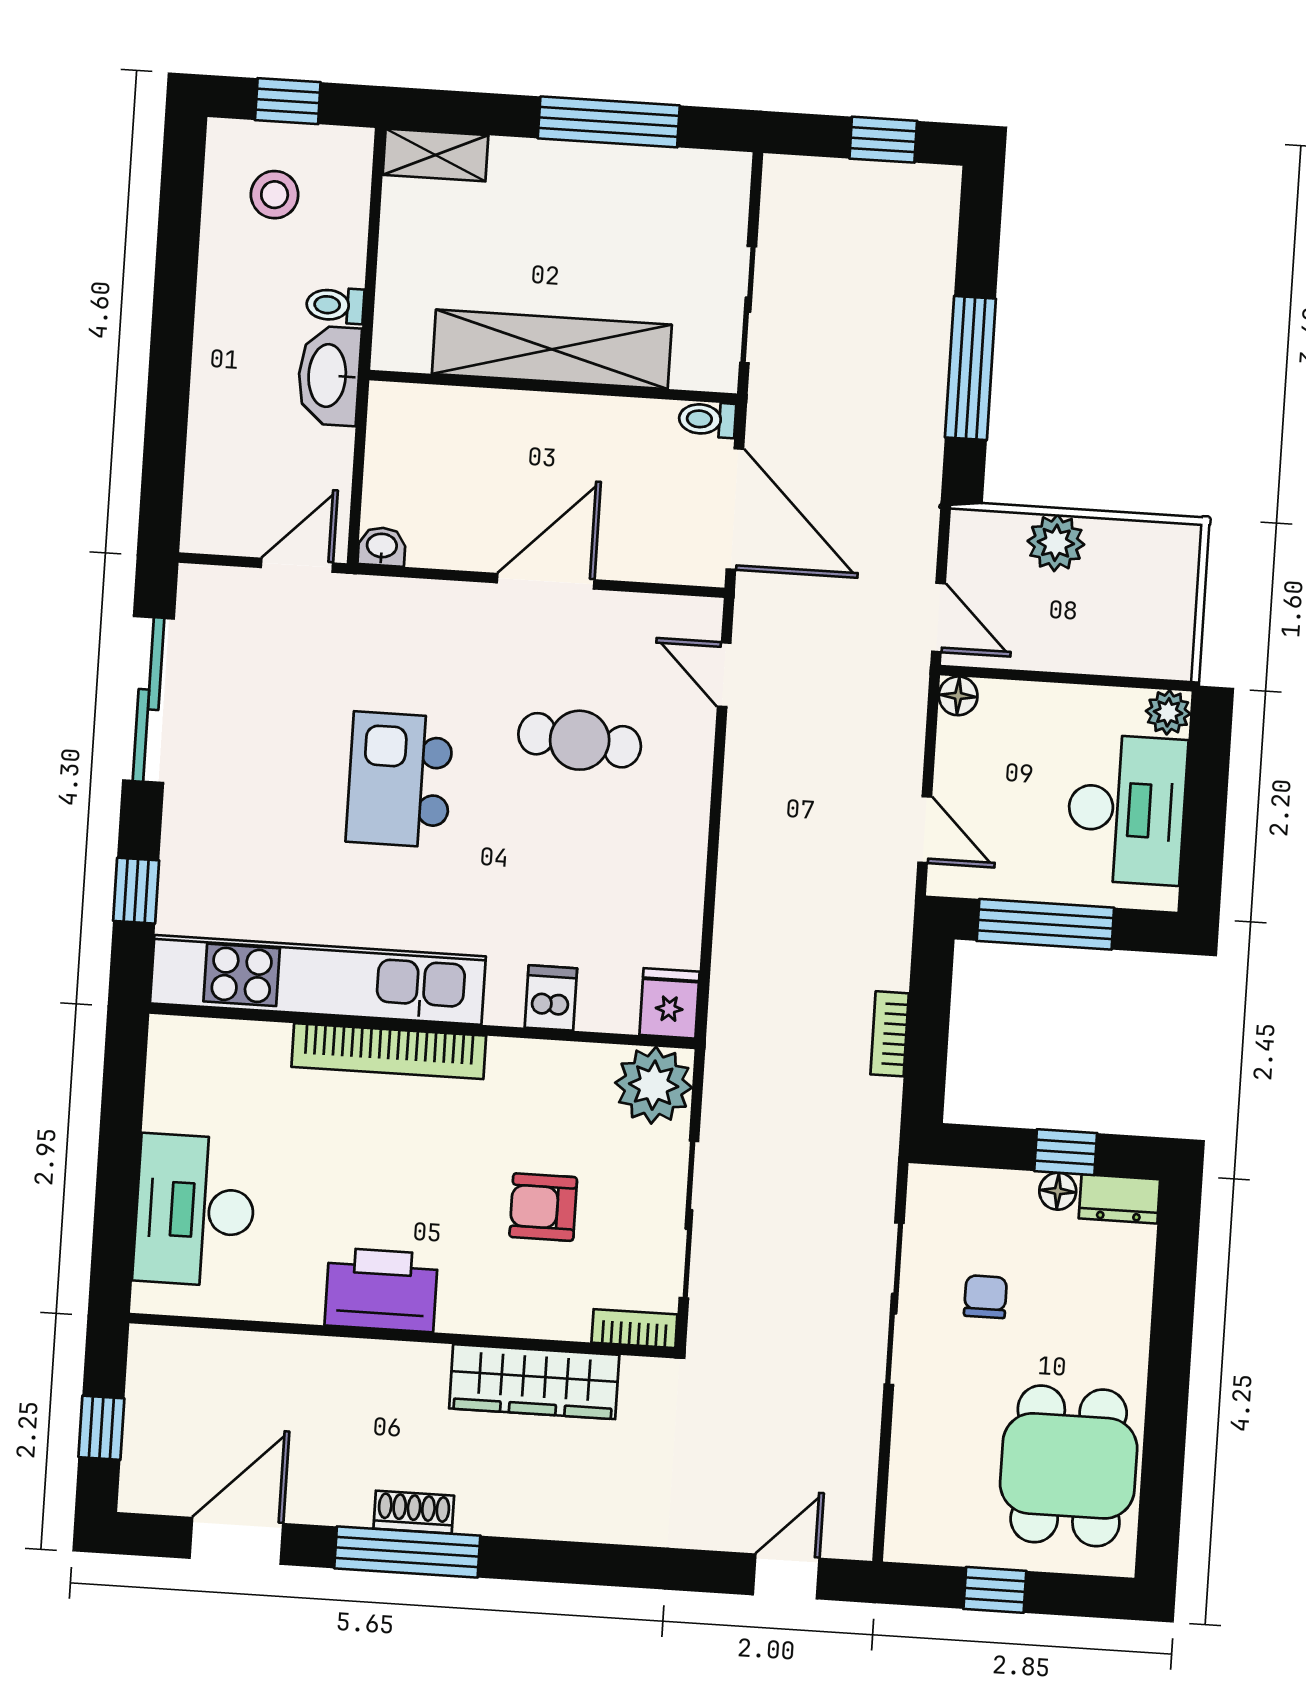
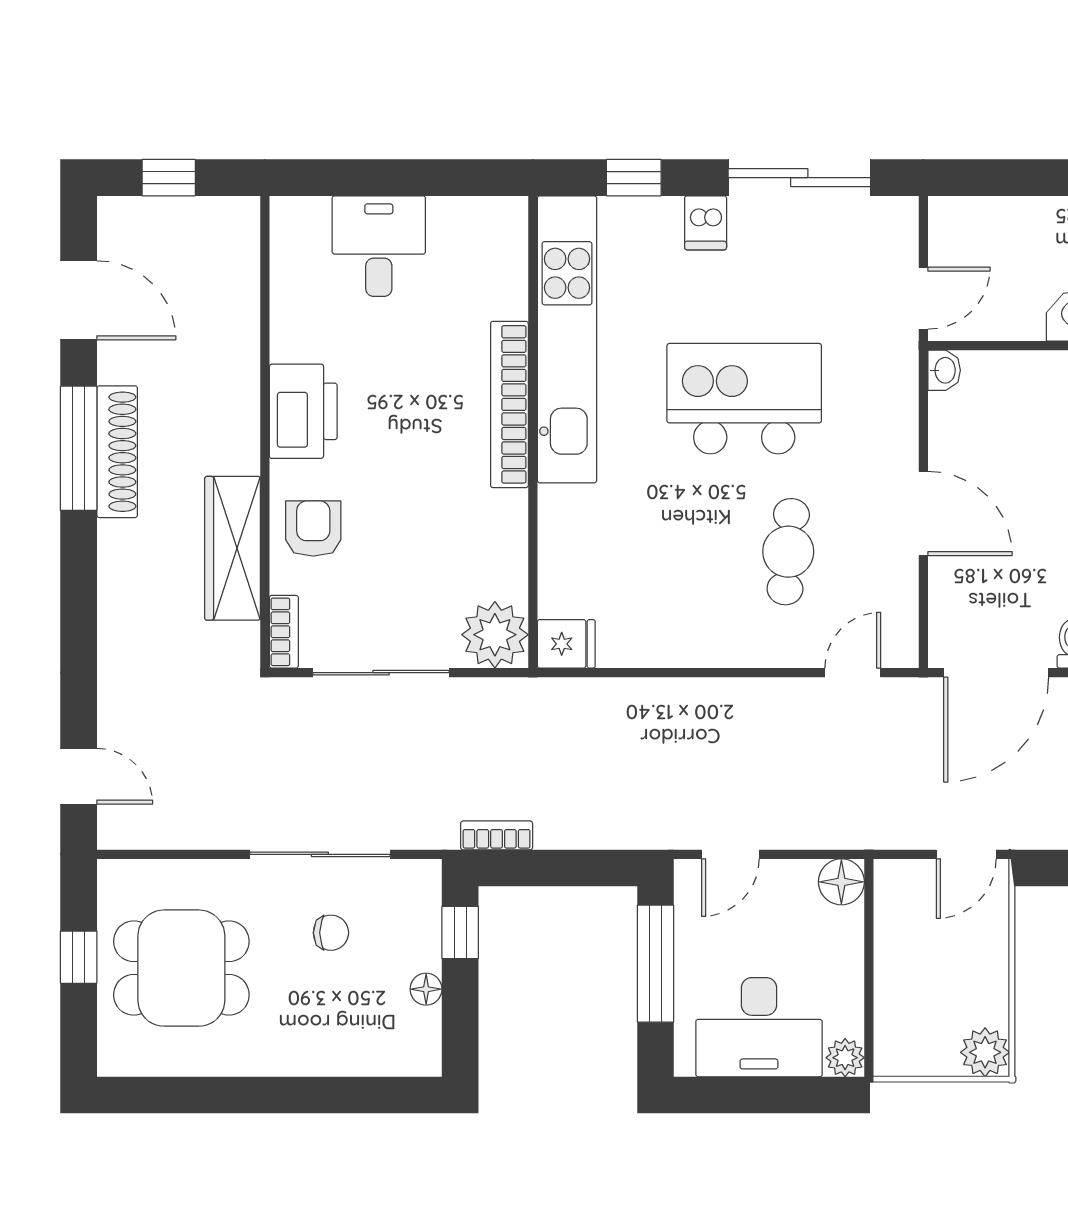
plant: (1056, 543) -> (985, 1052), moved
door: (297, 565) -> (923, 298), hinge flipped
door: (939, 617) -> (966, 854), moved
floor lamp: (958, 696) -> (841, 882), width x1.37, depth x1.37
kitchen island: (400, 780) -> (744, 399), width x1.37, depth x1.28
dishwasher: (551, 998) -> (706, 223), moved, turned 90
bookcase: (890, 1034) -> (497, 835), moved
window: (1066, 1152) -> (460, 932), moved
dresser: (1119, 1199) -> (423, 1043), removed
armchair: (543, 1207) -> (313, 529), moved
desk: (195, 1210) -> (379, 246), width x0.73
dining table: (1069, 1466) -> (181, 968), moved
shoe rack: (414, 1512) -> (117, 452), width x1.94, depth x1.24

